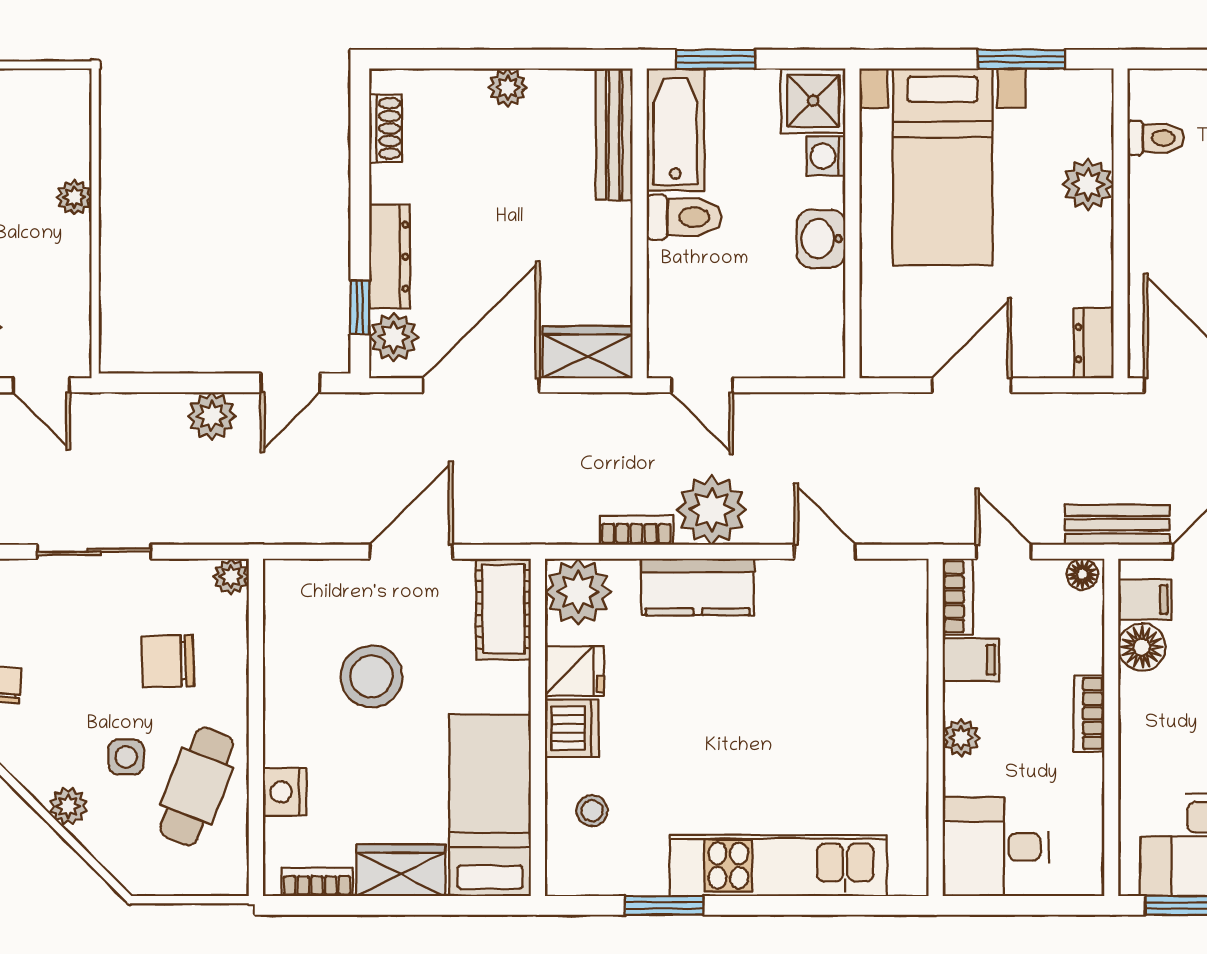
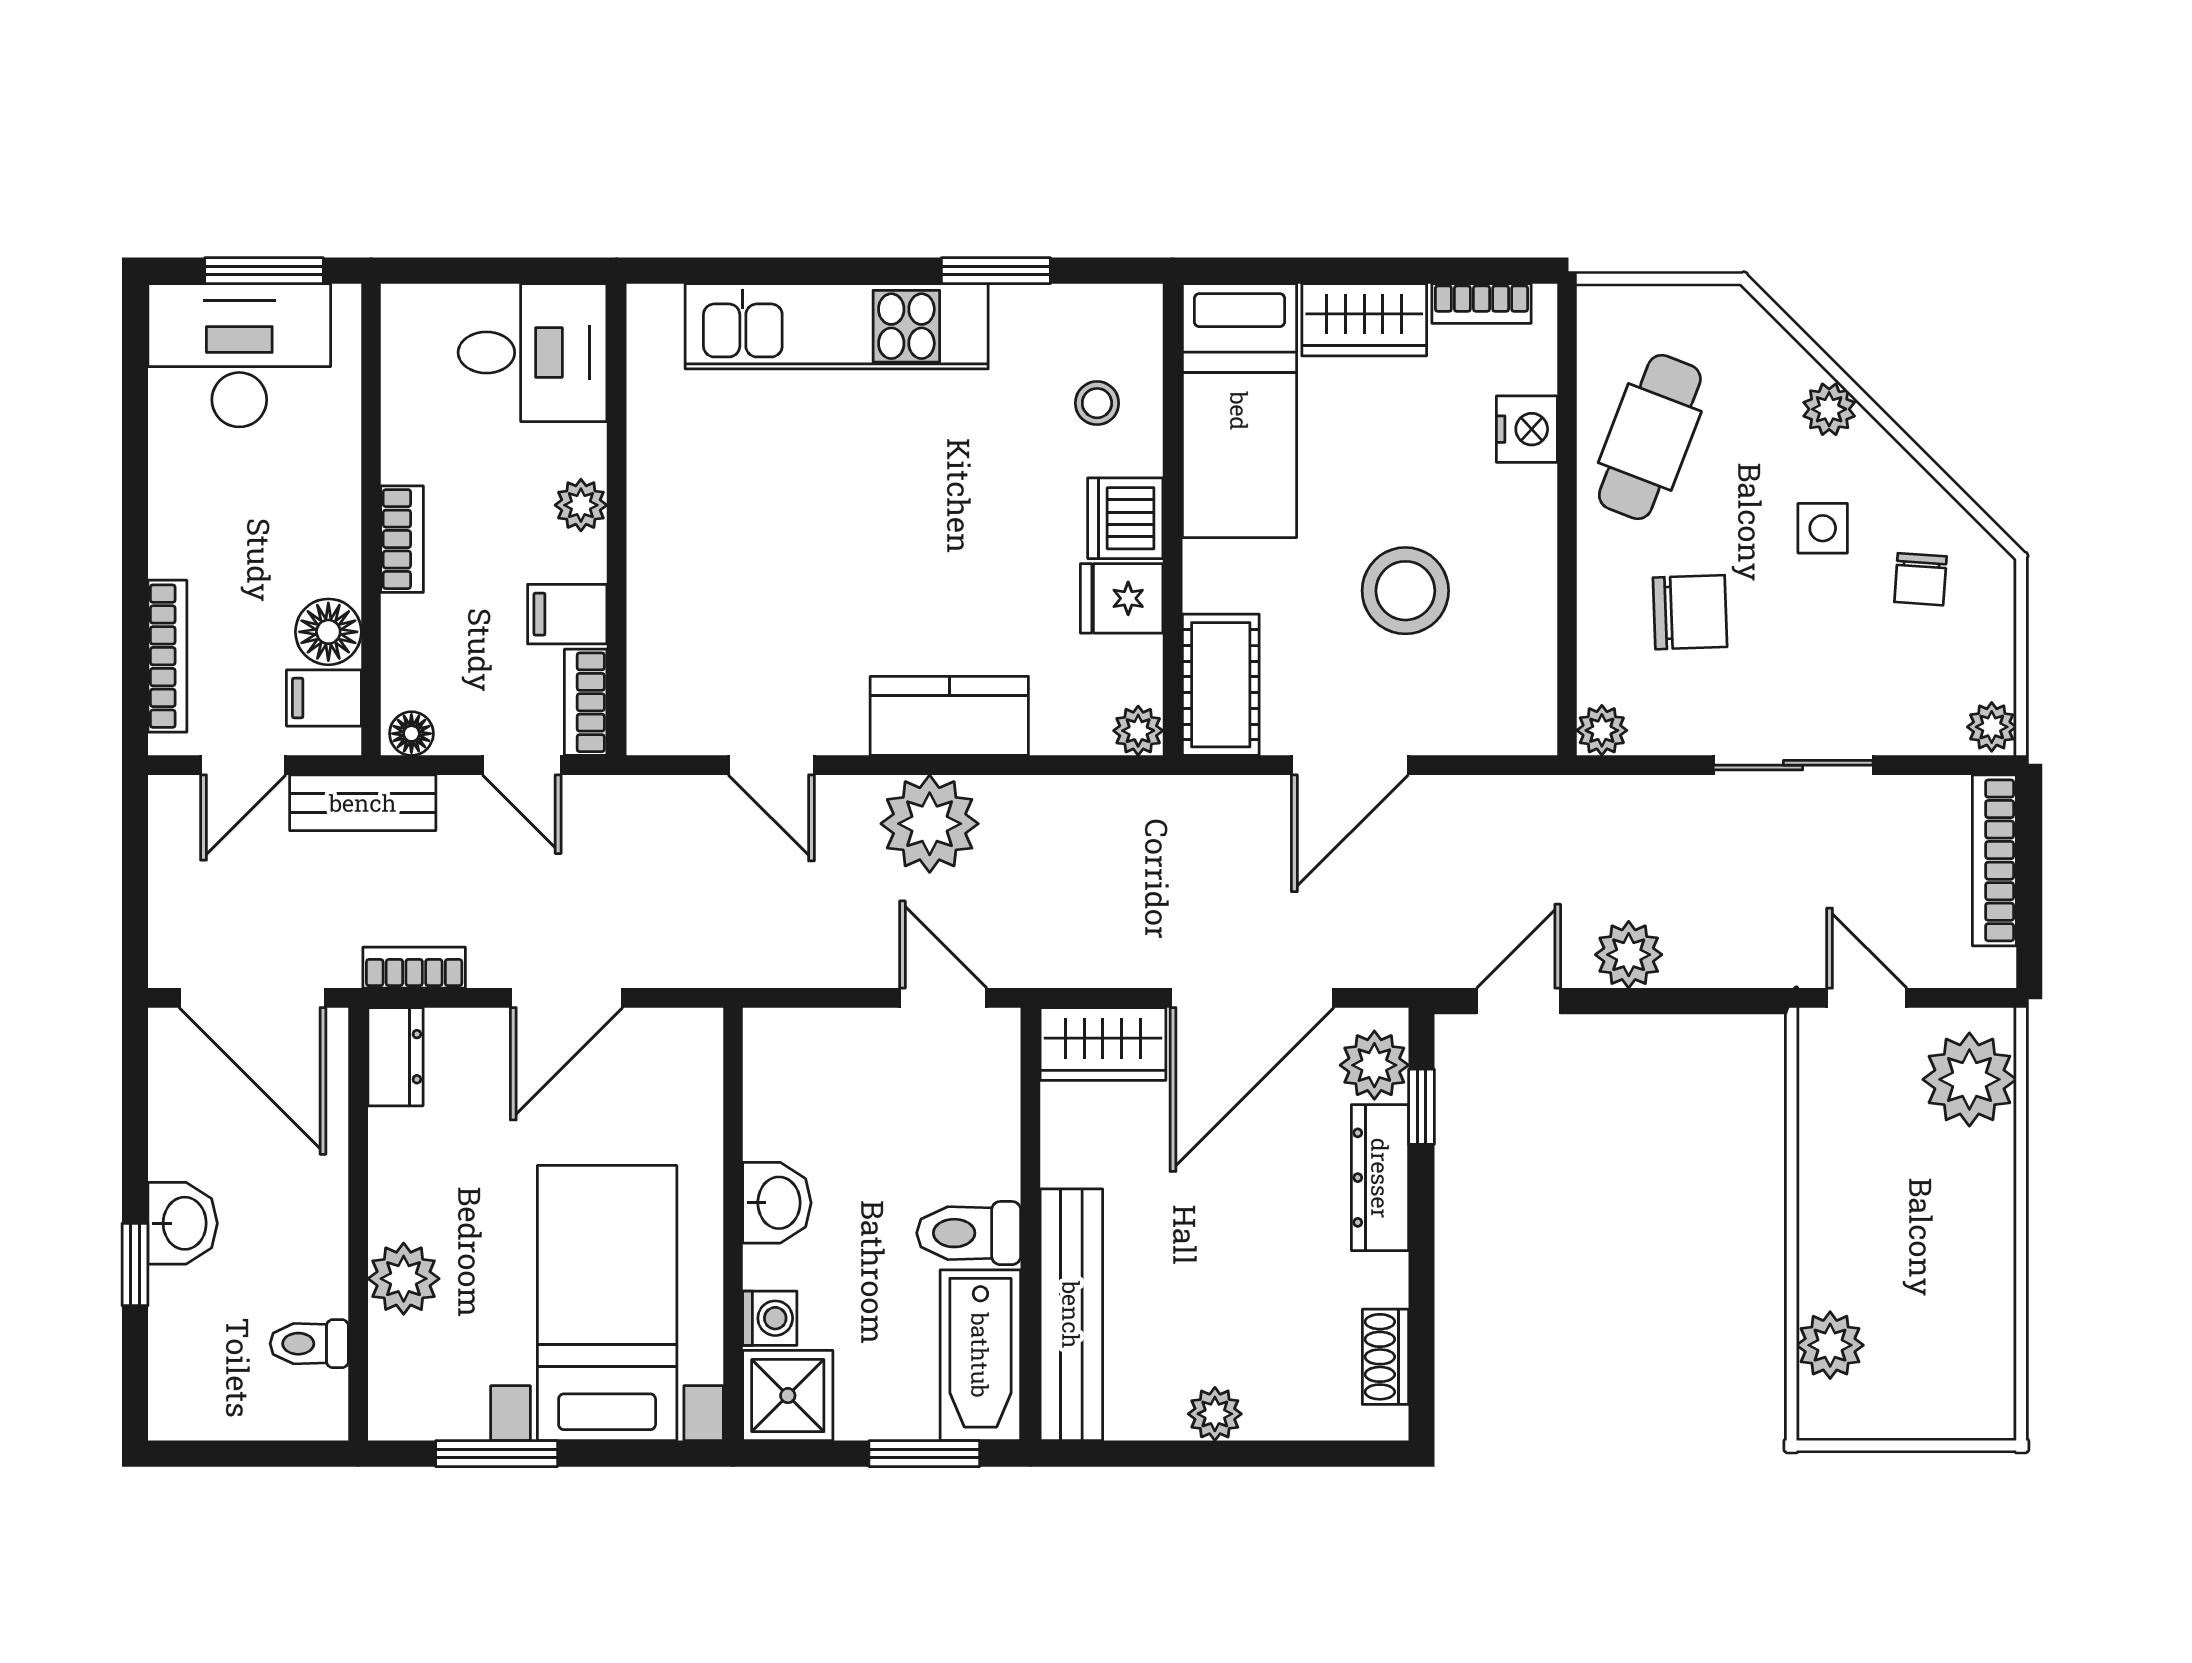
bench: (614, 134) -> (1071, 1315), width x1.37, depth x1.21
plant: (74, 197) -> (1830, 1345), moved, width x1.38, depth x1.38
bookcase: (636, 530) -> (414, 968), moved, turned 180
plant: (578, 592) -> (1138, 731), width x0.53, depth x0.53
side table: (126, 757) -> (1823, 528), moved

